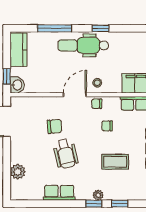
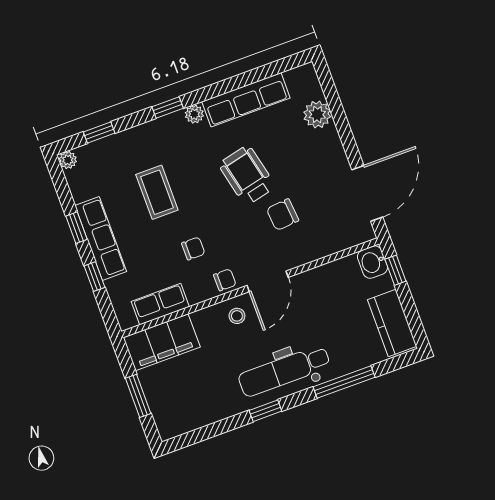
dental chair: (83, 45) -> (284, 371), turned 180
coffee table: (115, 162) -> (157, 192), turned 90
row of seats: (59, 193) -> (246, 100), width x1.48
plant: (98, 195) -> (194, 114), moved
window: (120, 204) -> (99, 133), moved

